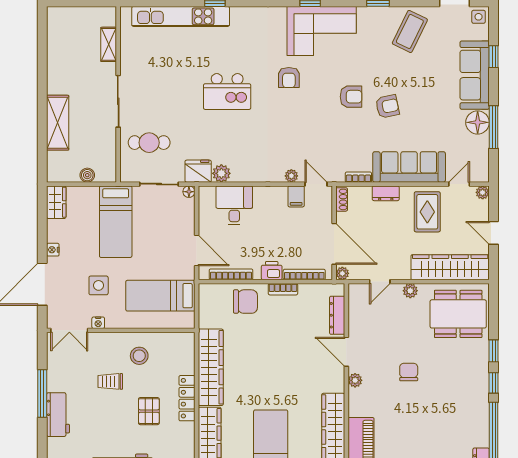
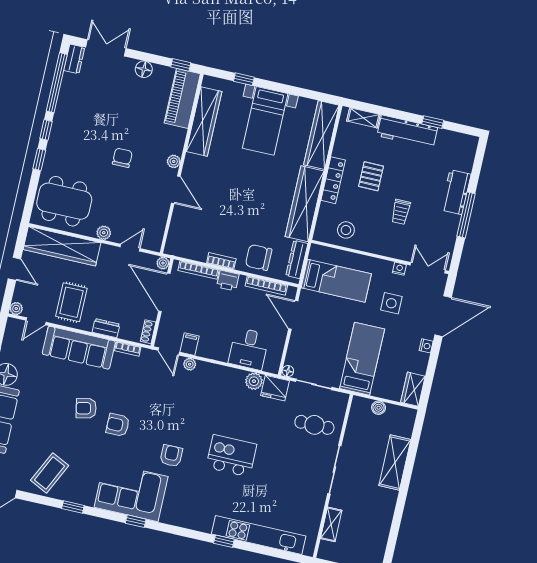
dresser: (337, 315) -> (297, 259), moved, turned 180
stool: (139, 356) -> (346, 230), moved
chair: (409, 372) -> (122, 158), turned 180
trolley: (110, 381) -> (401, 212), turned 90

